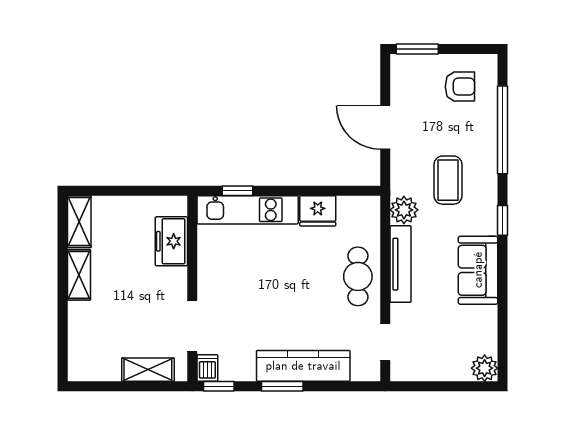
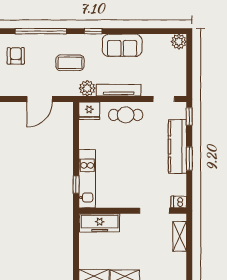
fridge: (318, 211) -> (89, 111), moved, turned 90
freezer: (171, 241) -> (100, 223), width x1.40
window: (219, 386) -> (189, 116), moved

